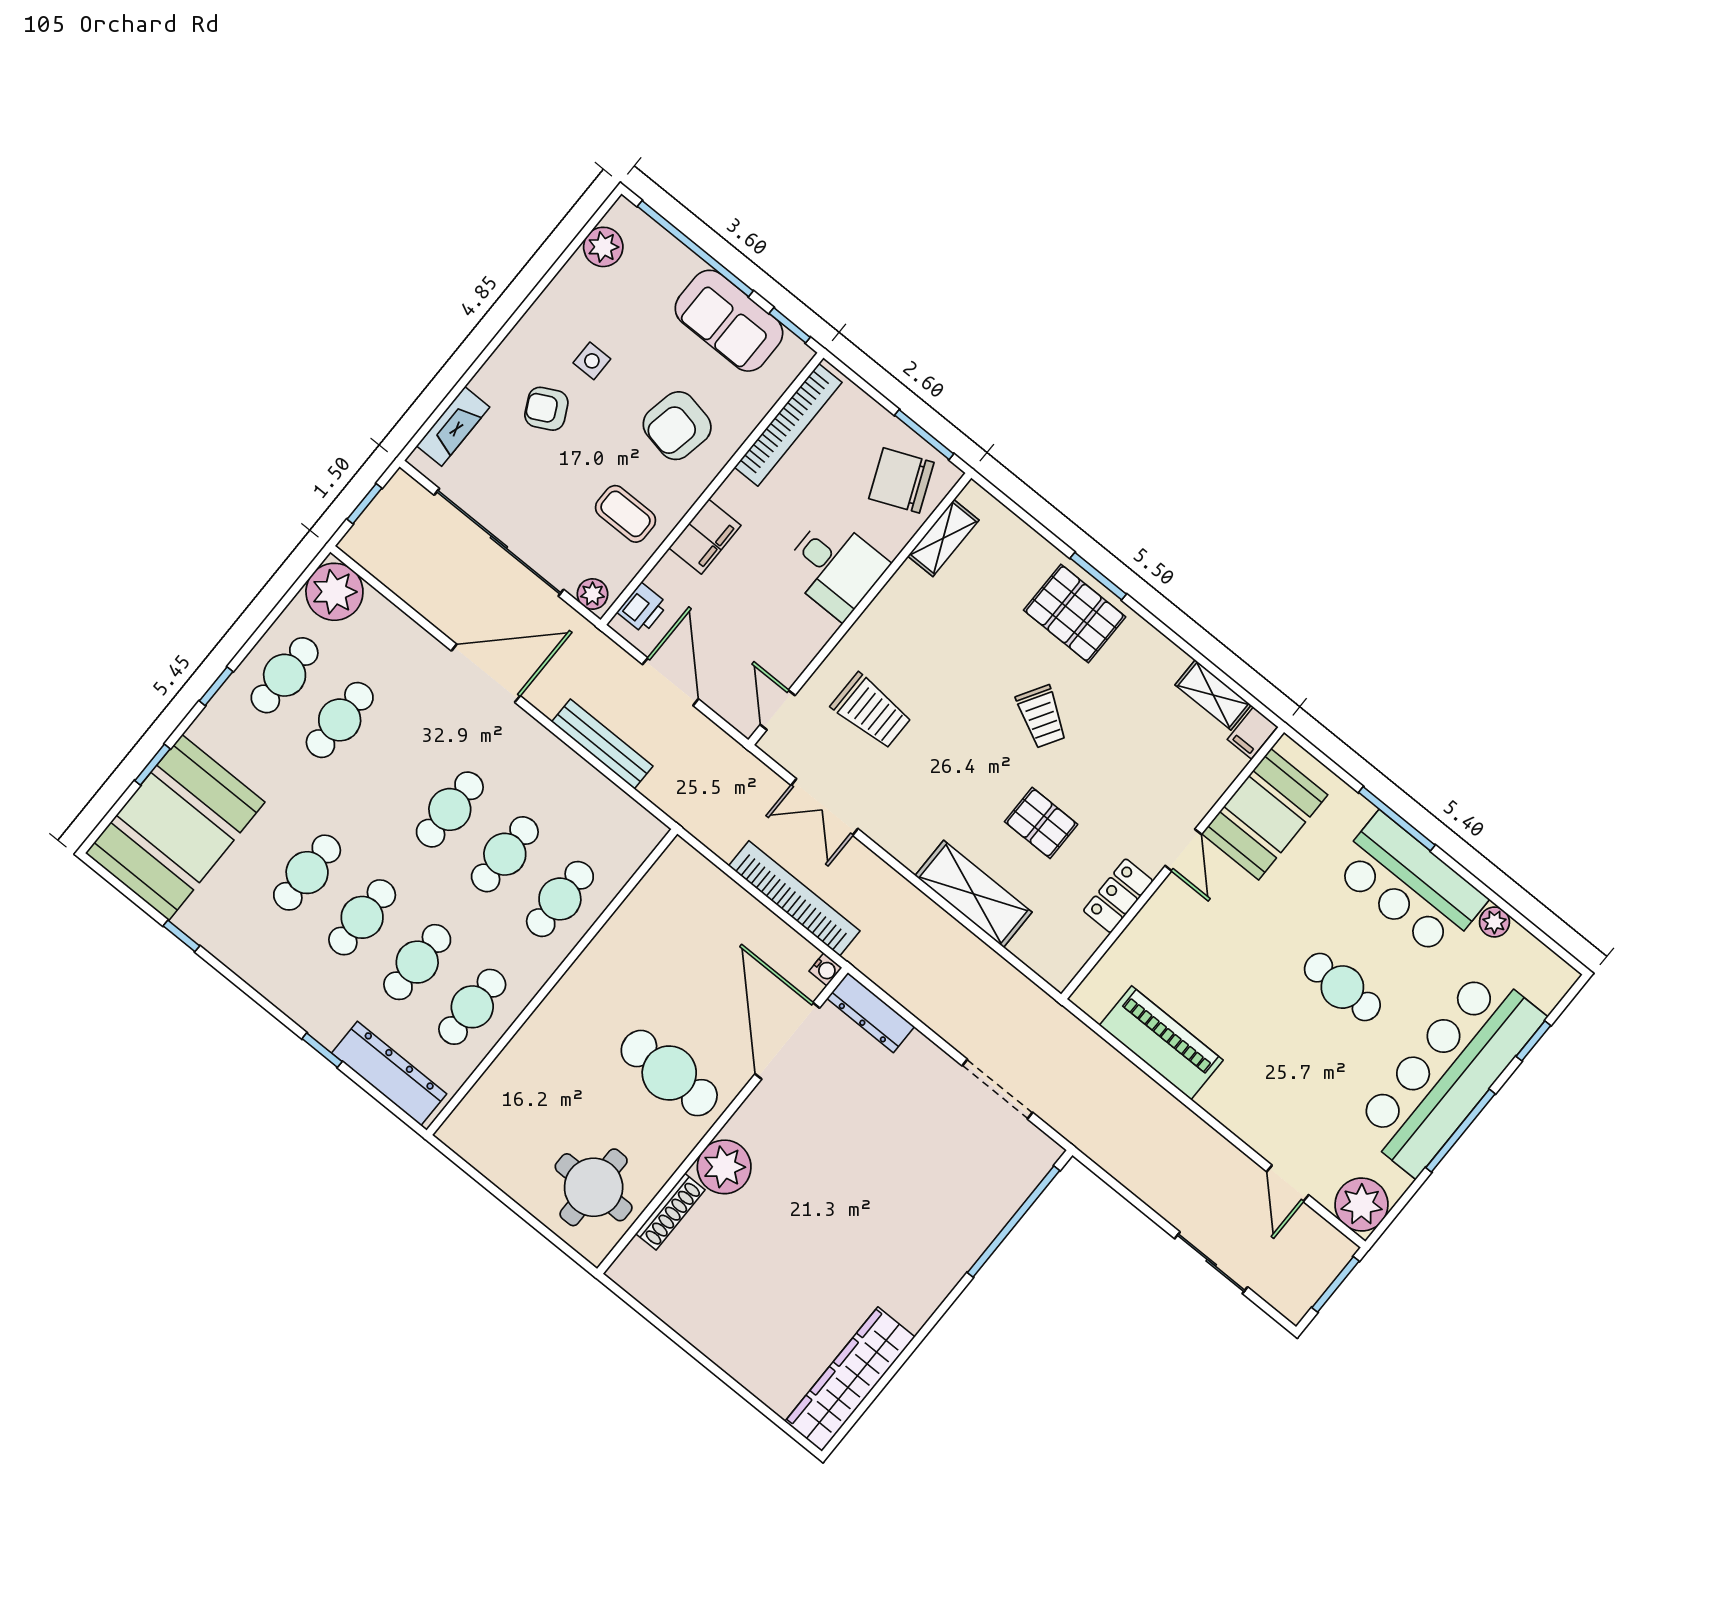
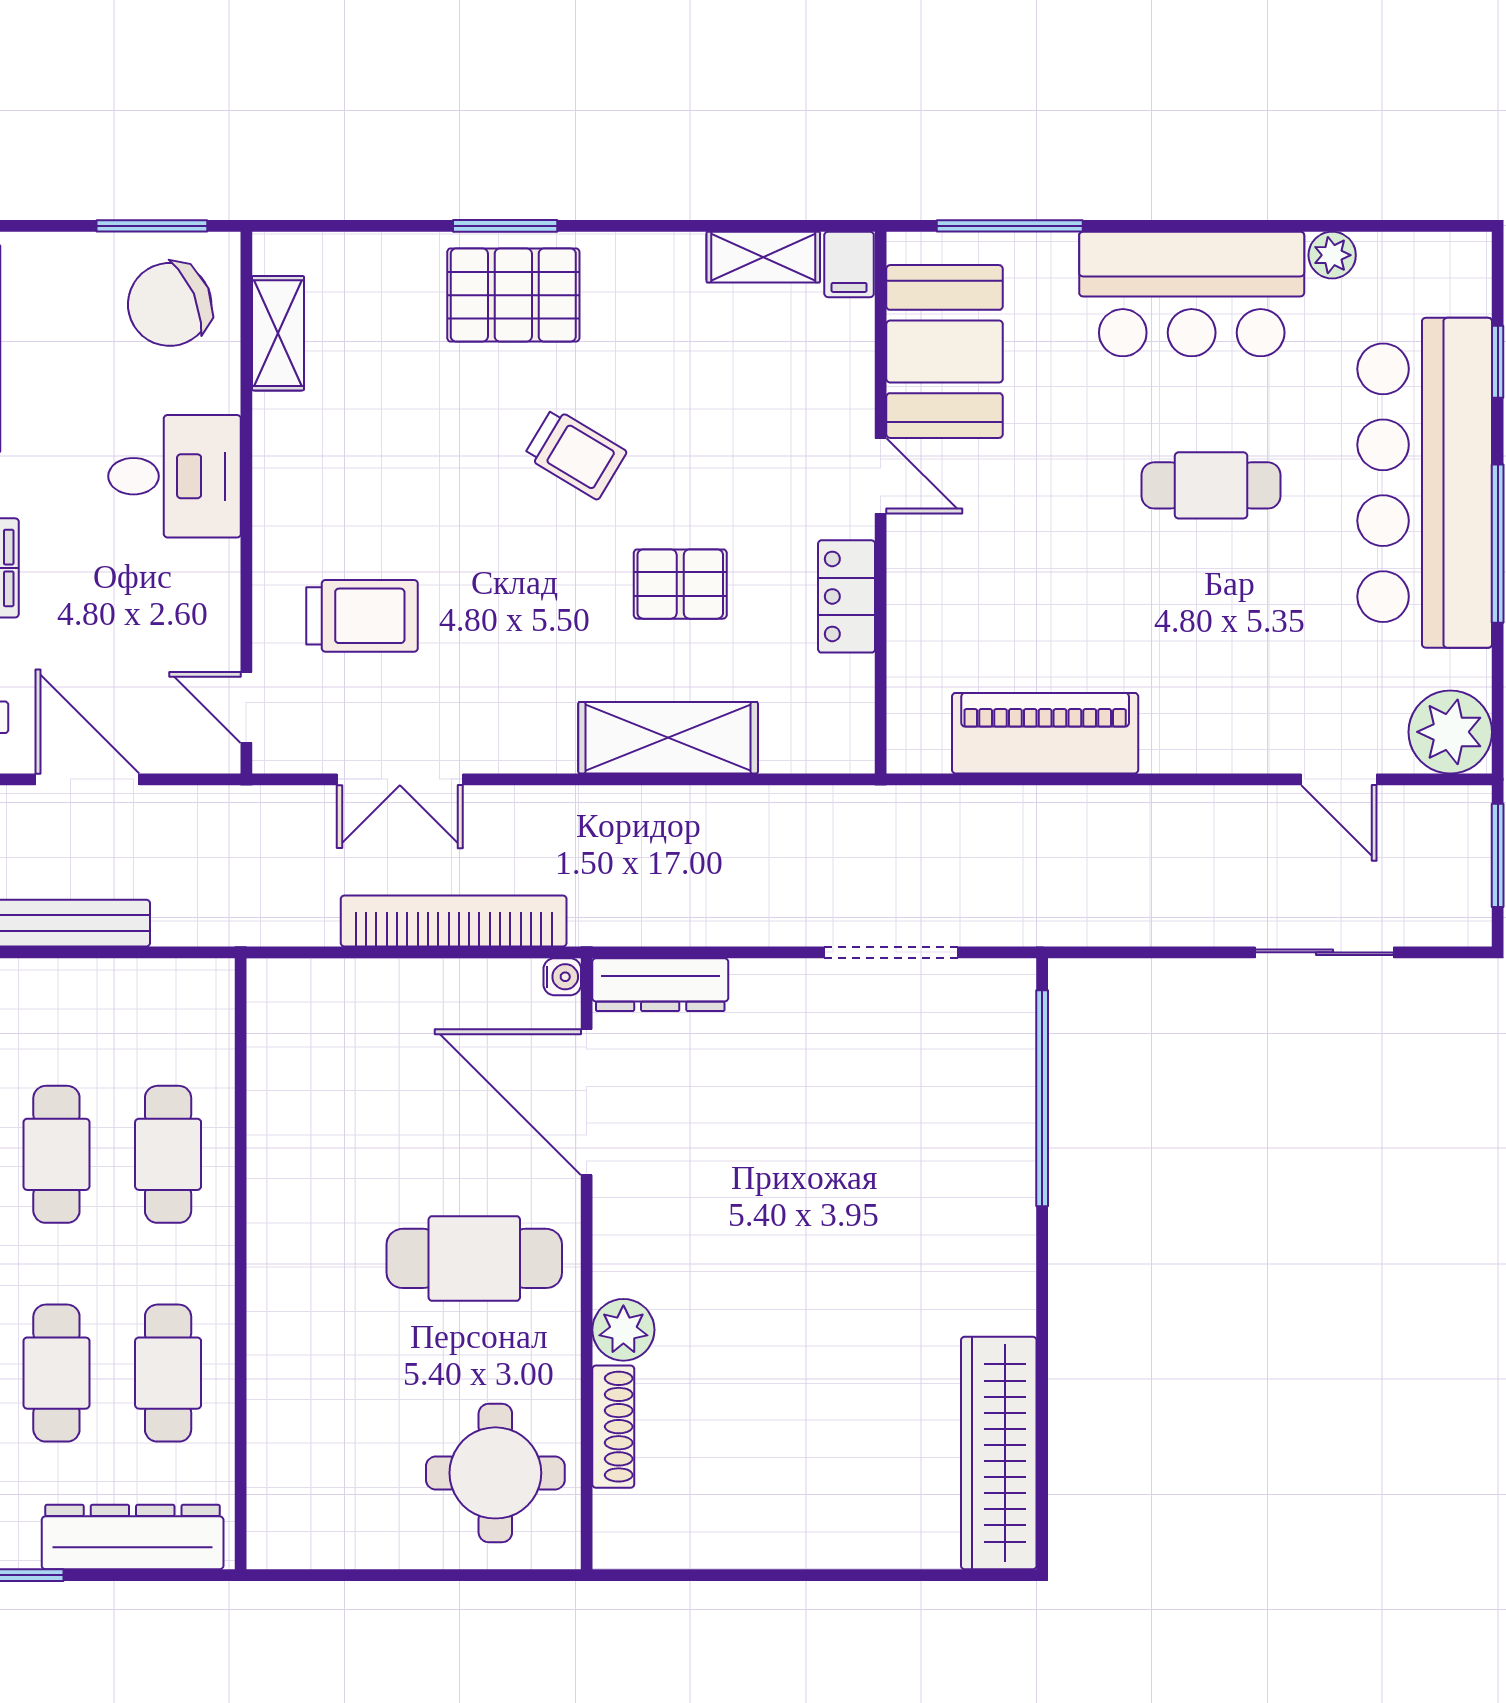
window: (1397, 819) -> (1010, 226), moved
plant: (724, 1167) -> (623, 1330), width x0.73, depth x0.73

